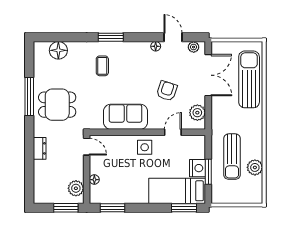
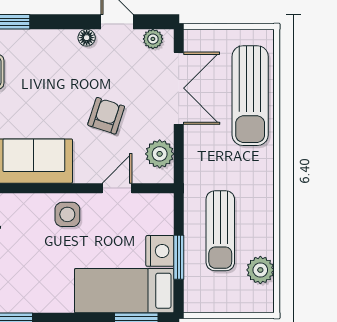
sun lounger: (249, 79) -> (250, 96), turned 180
plant: (255, 167) -> (260, 270), moved

